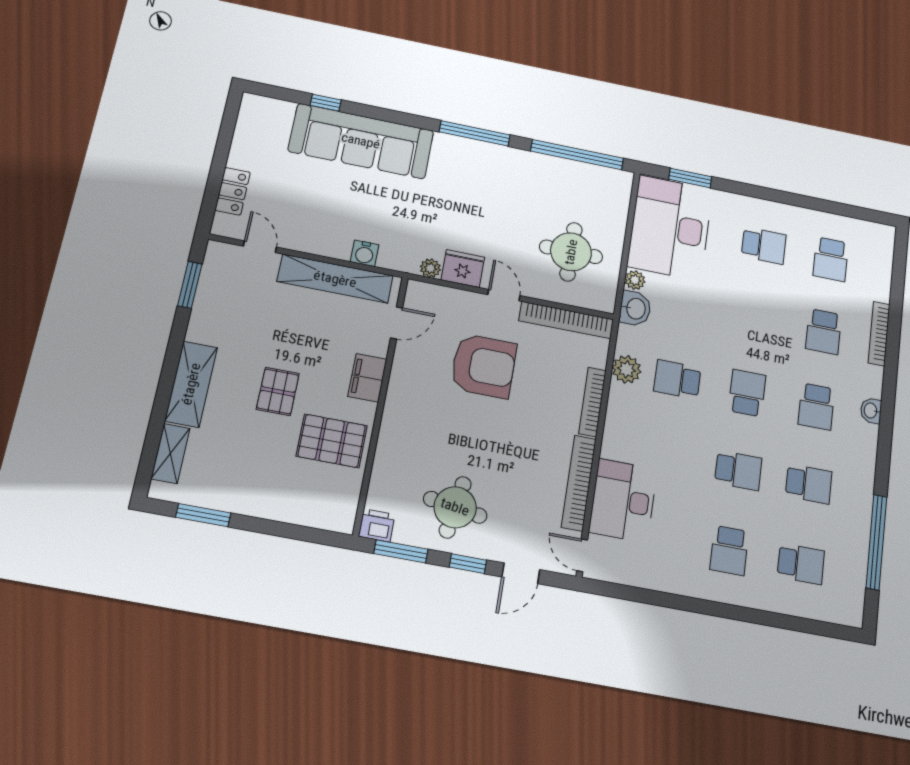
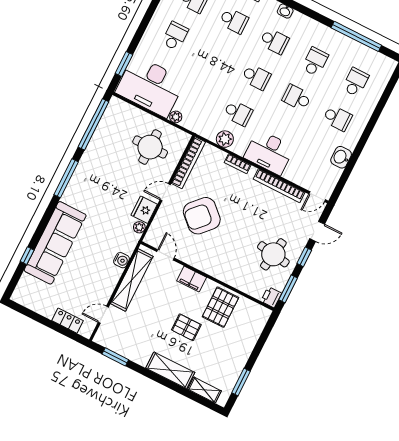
washbasin: (635, 309) -> (341, 157), moved, turned -90
armchair: (484, 366) -> (202, 216), turned -137
school desk: (677, 379) -> (238, 113), turned -90
school desk: (747, 393) -> (256, 77), turned 180
bookcase: (592, 402) -> (238, 164), width x0.64
school desk: (738, 470) -> (297, 98), turned -90
desk: (623, 501) -> (269, 152), moved
door: (521, 573) -> (317, 231), hinge flipped

